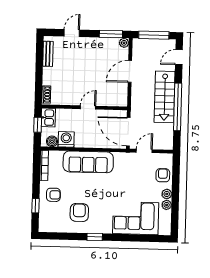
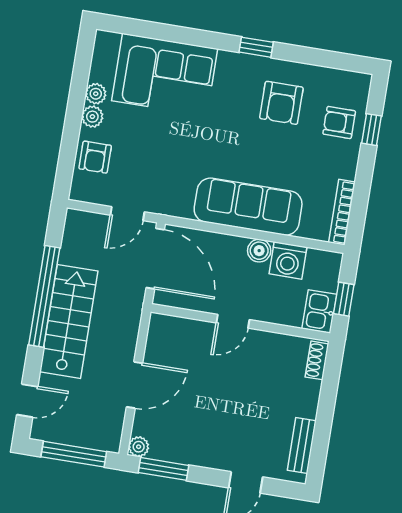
boiler: (52, 141) -> (259, 251), moved
armchair: (53, 195) -> (339, 123), moved

